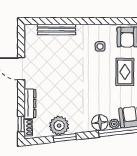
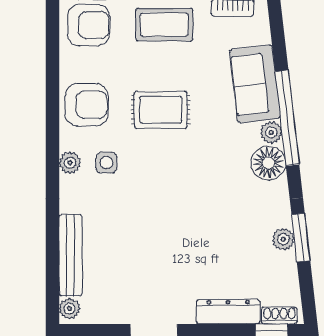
plant: (32, 29) -> (69, 308), added
plant: (100, 29) -> (70, 163), added
plant: (59, 126) -> (283, 239), width x0.53, depth x0.53

